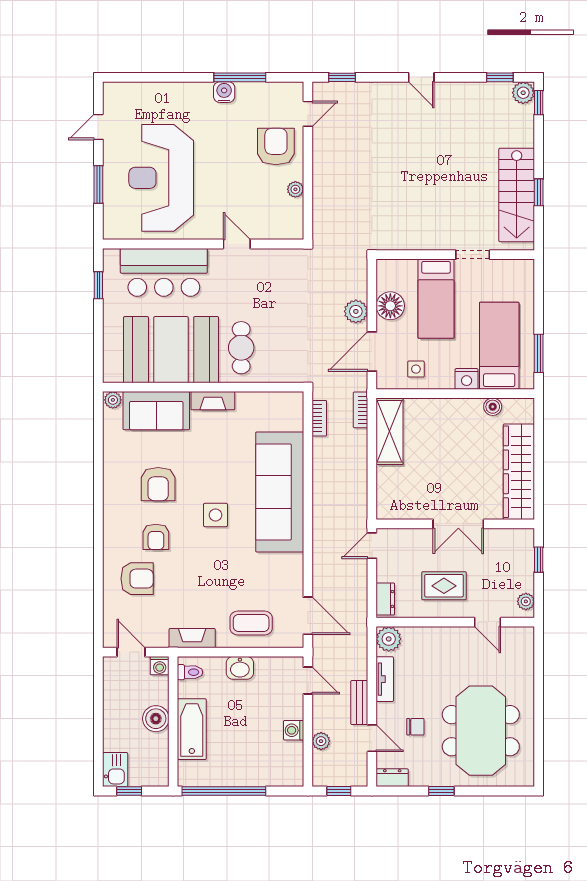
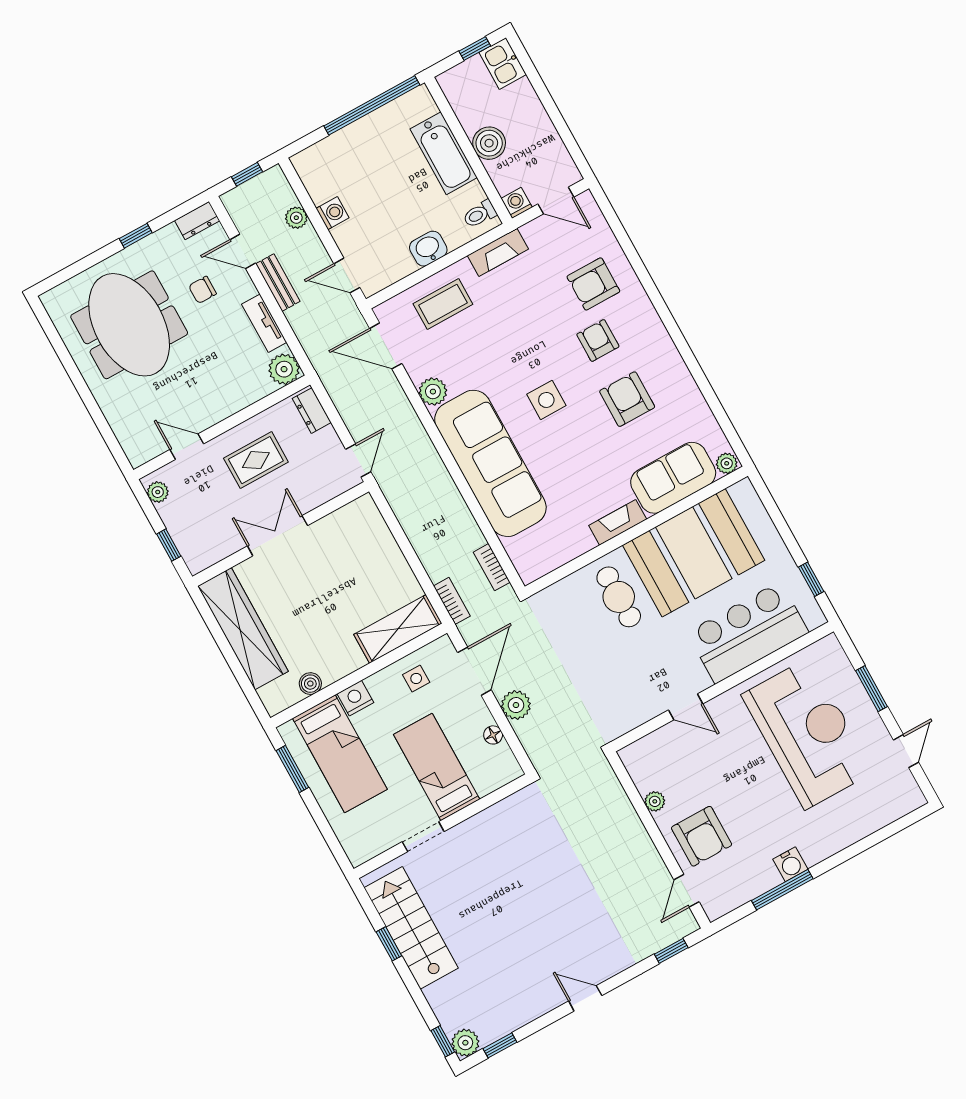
floor lamp: (390, 306) -> (493, 735), width x0.53, depth x0.53
shelving: (390, 431) -> (398, 629), moved, turned 90
plant: (292, 565) -> (433, 392), added

